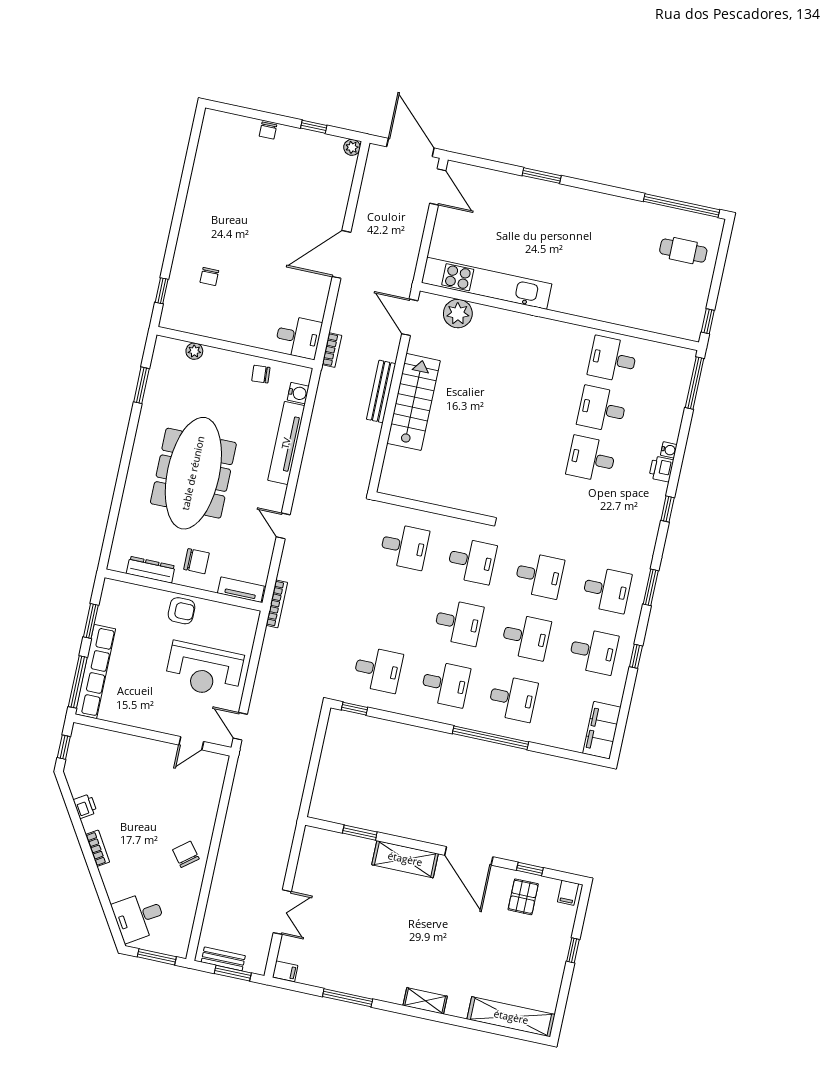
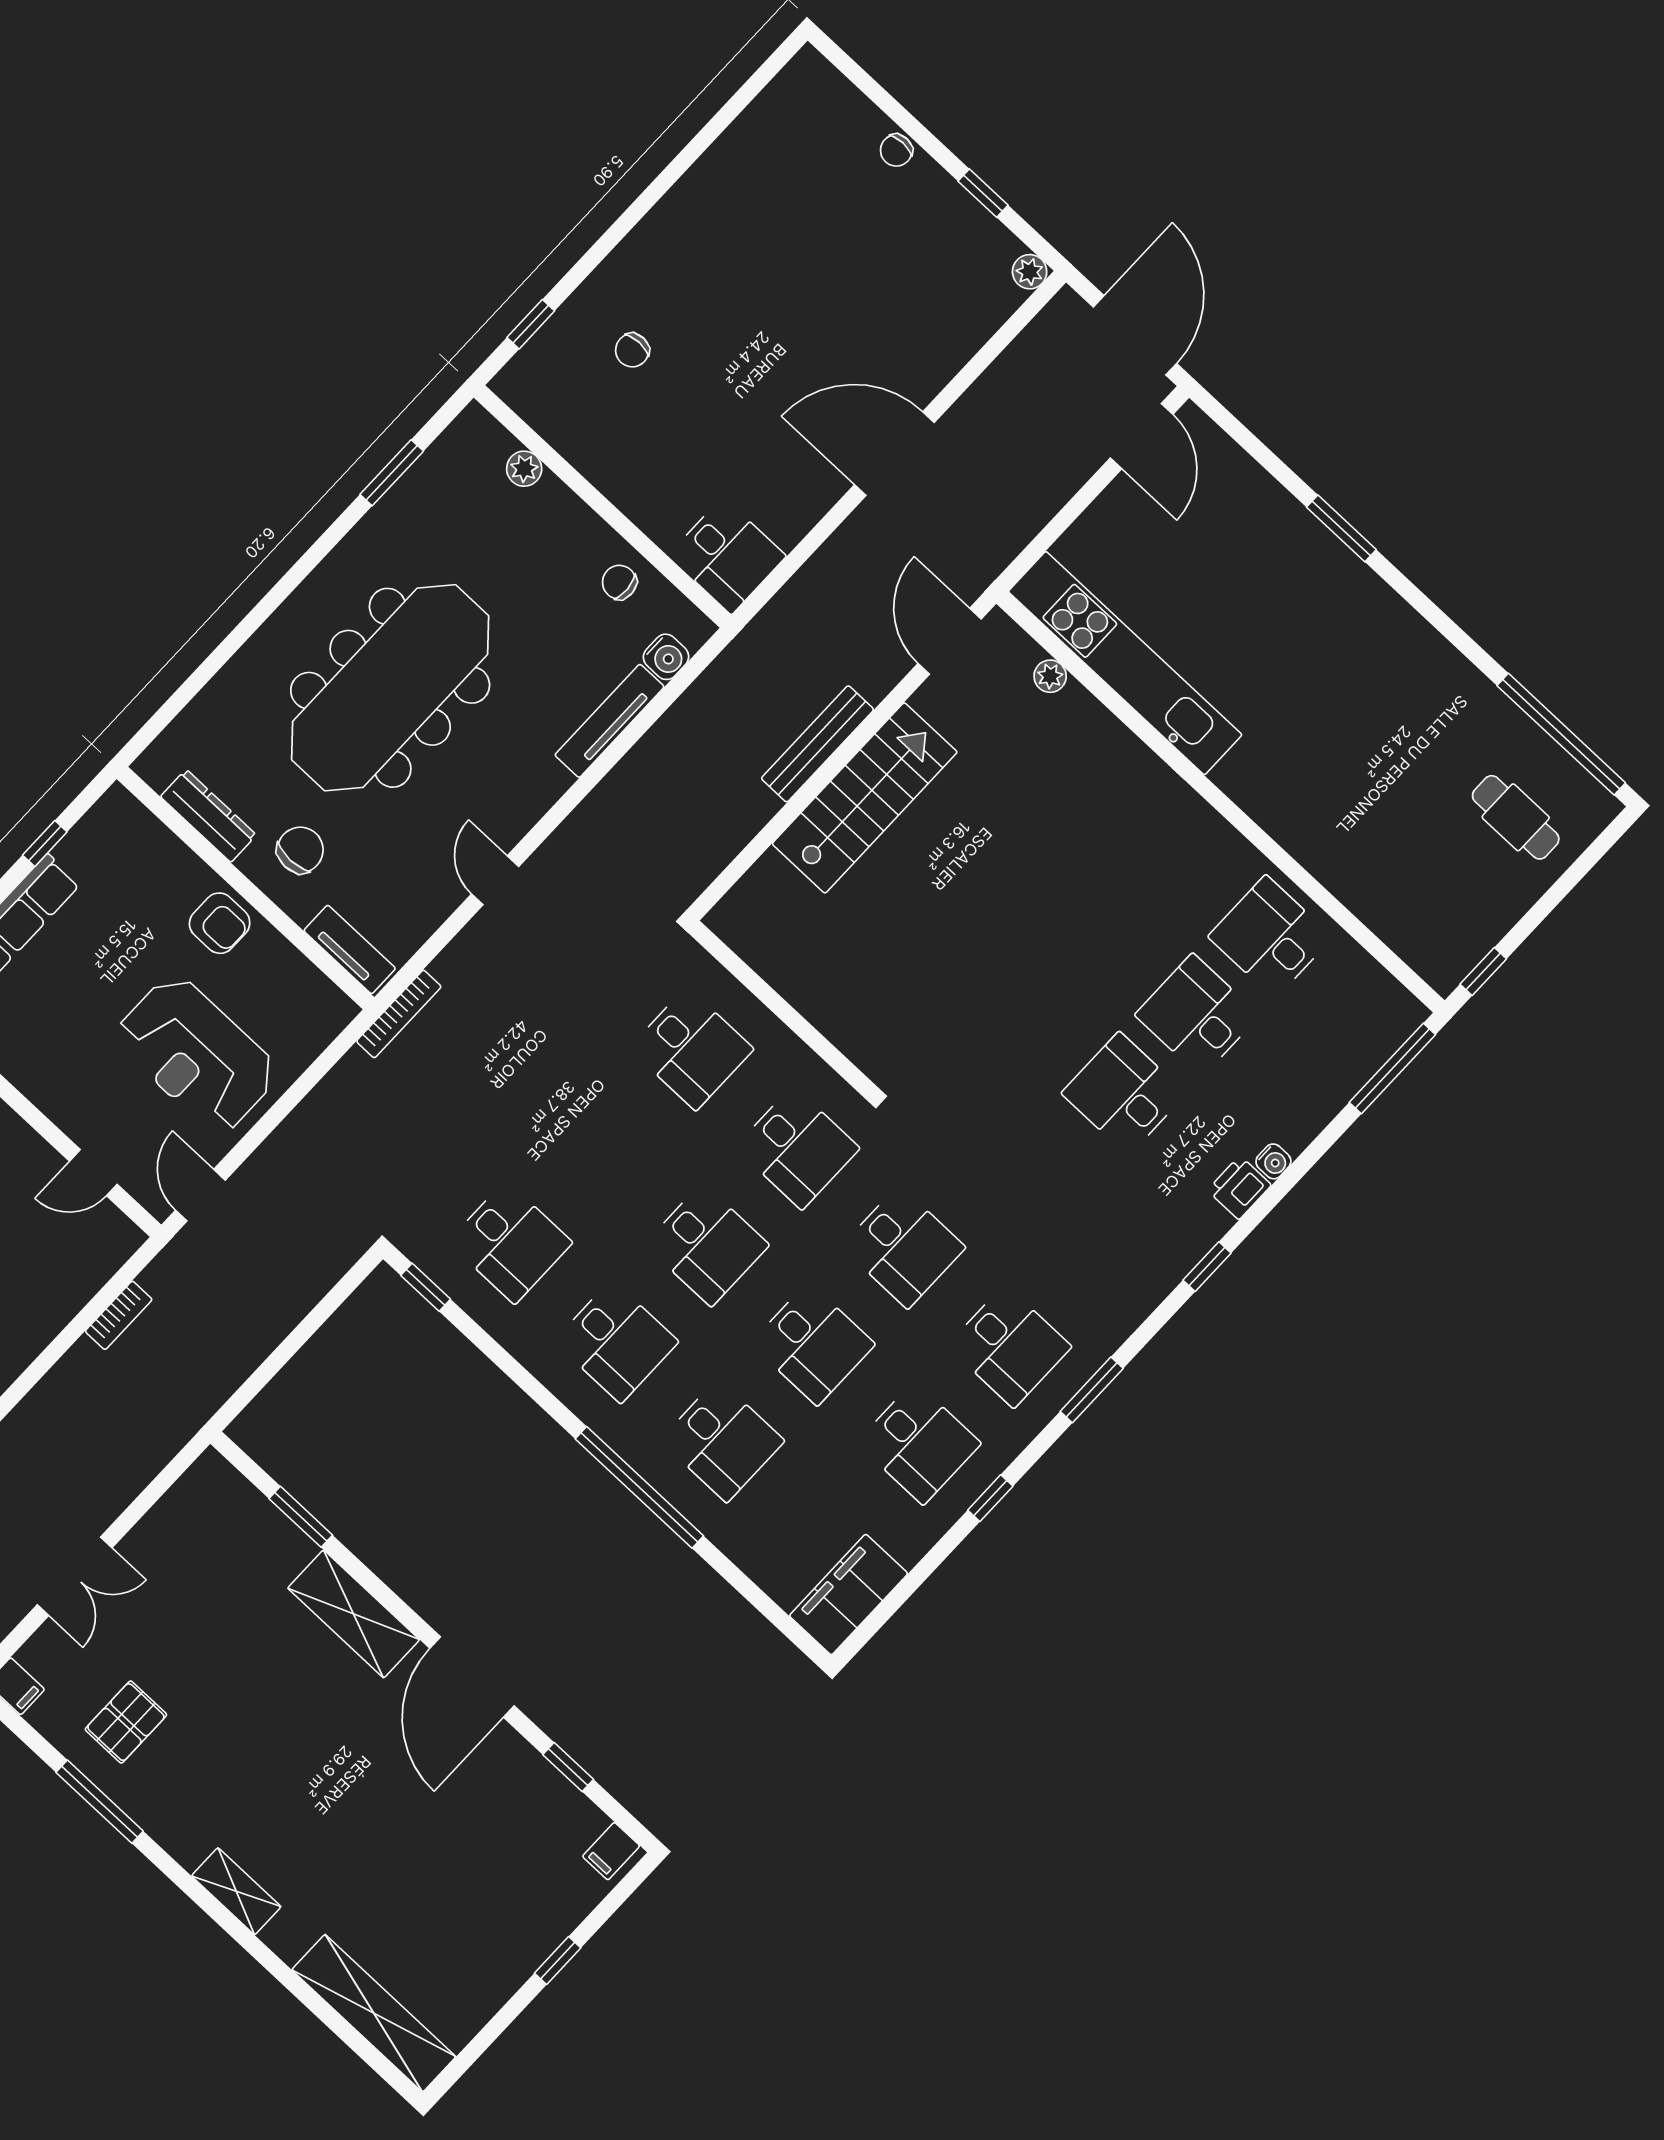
plant: (458, 314) -> (1050, 676), width x0.53, depth x0.53
bookcase: (332, 350) -> (119, 1315), moved
tv unit: (286, 443) -> (610, 721), width x0.73, depth x0.78
chair: (196, 561) -> (300, 850), turned -90
window: (91, 621) -> (45, 843), width x0.67
pallet: (523, 897) -> (126, 1722), moved

